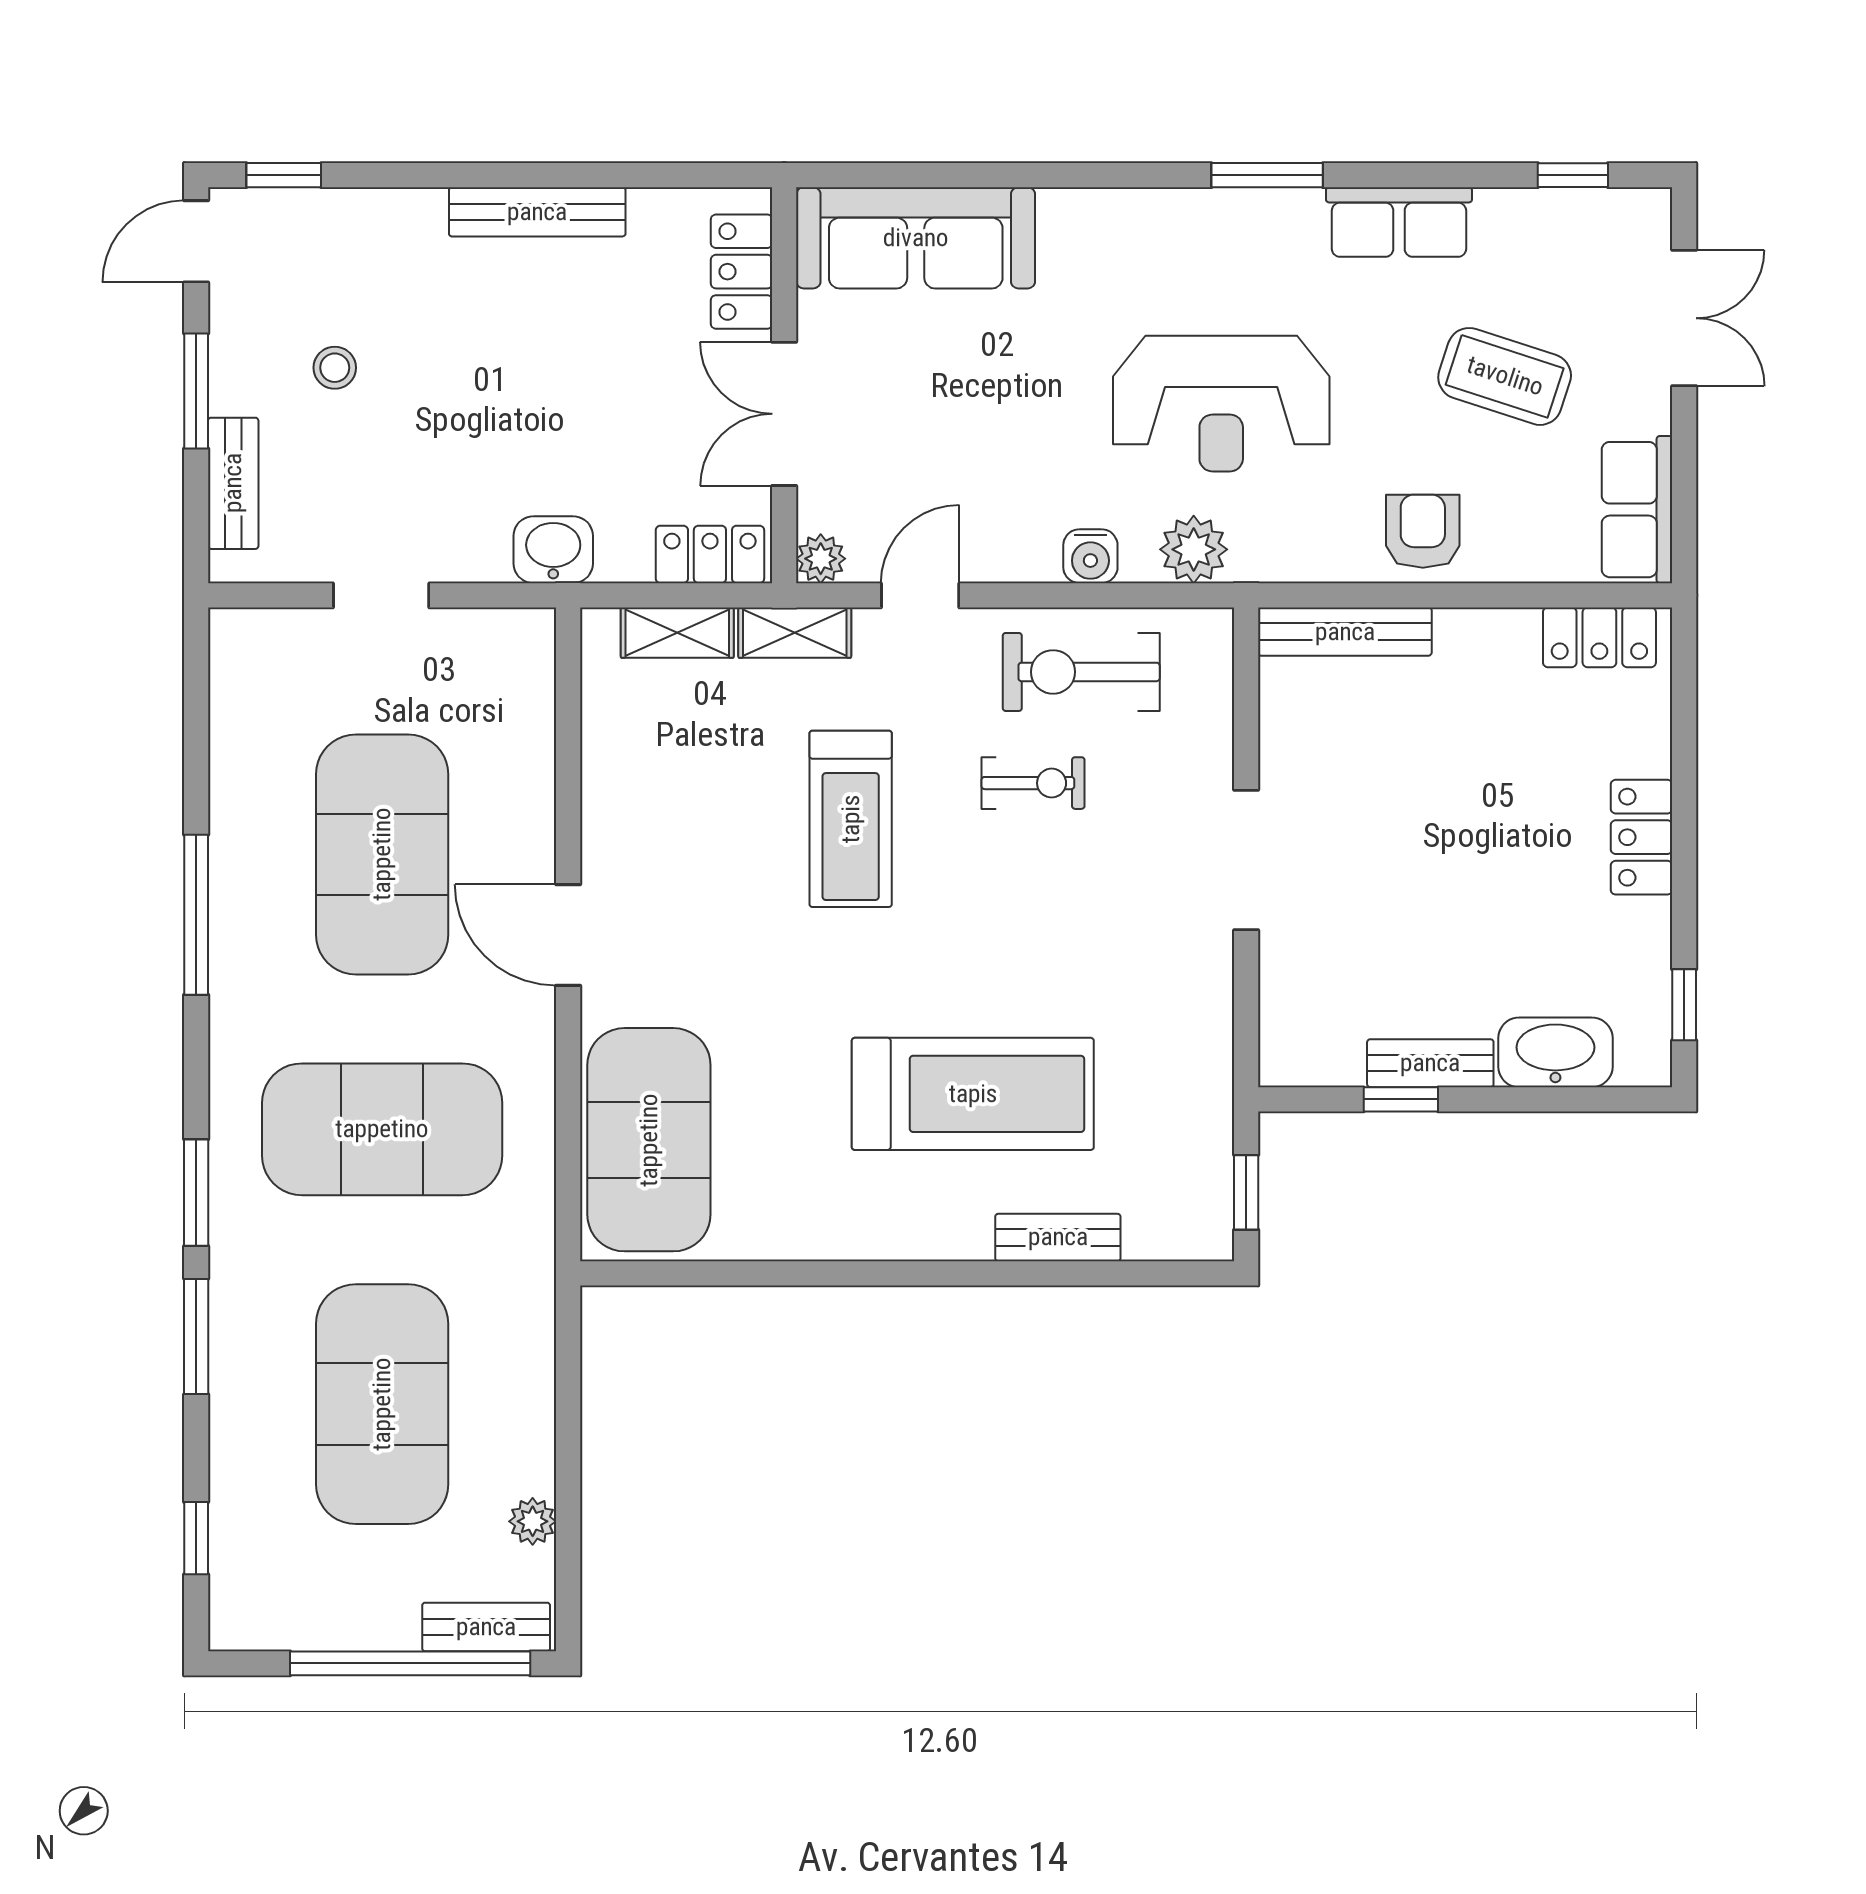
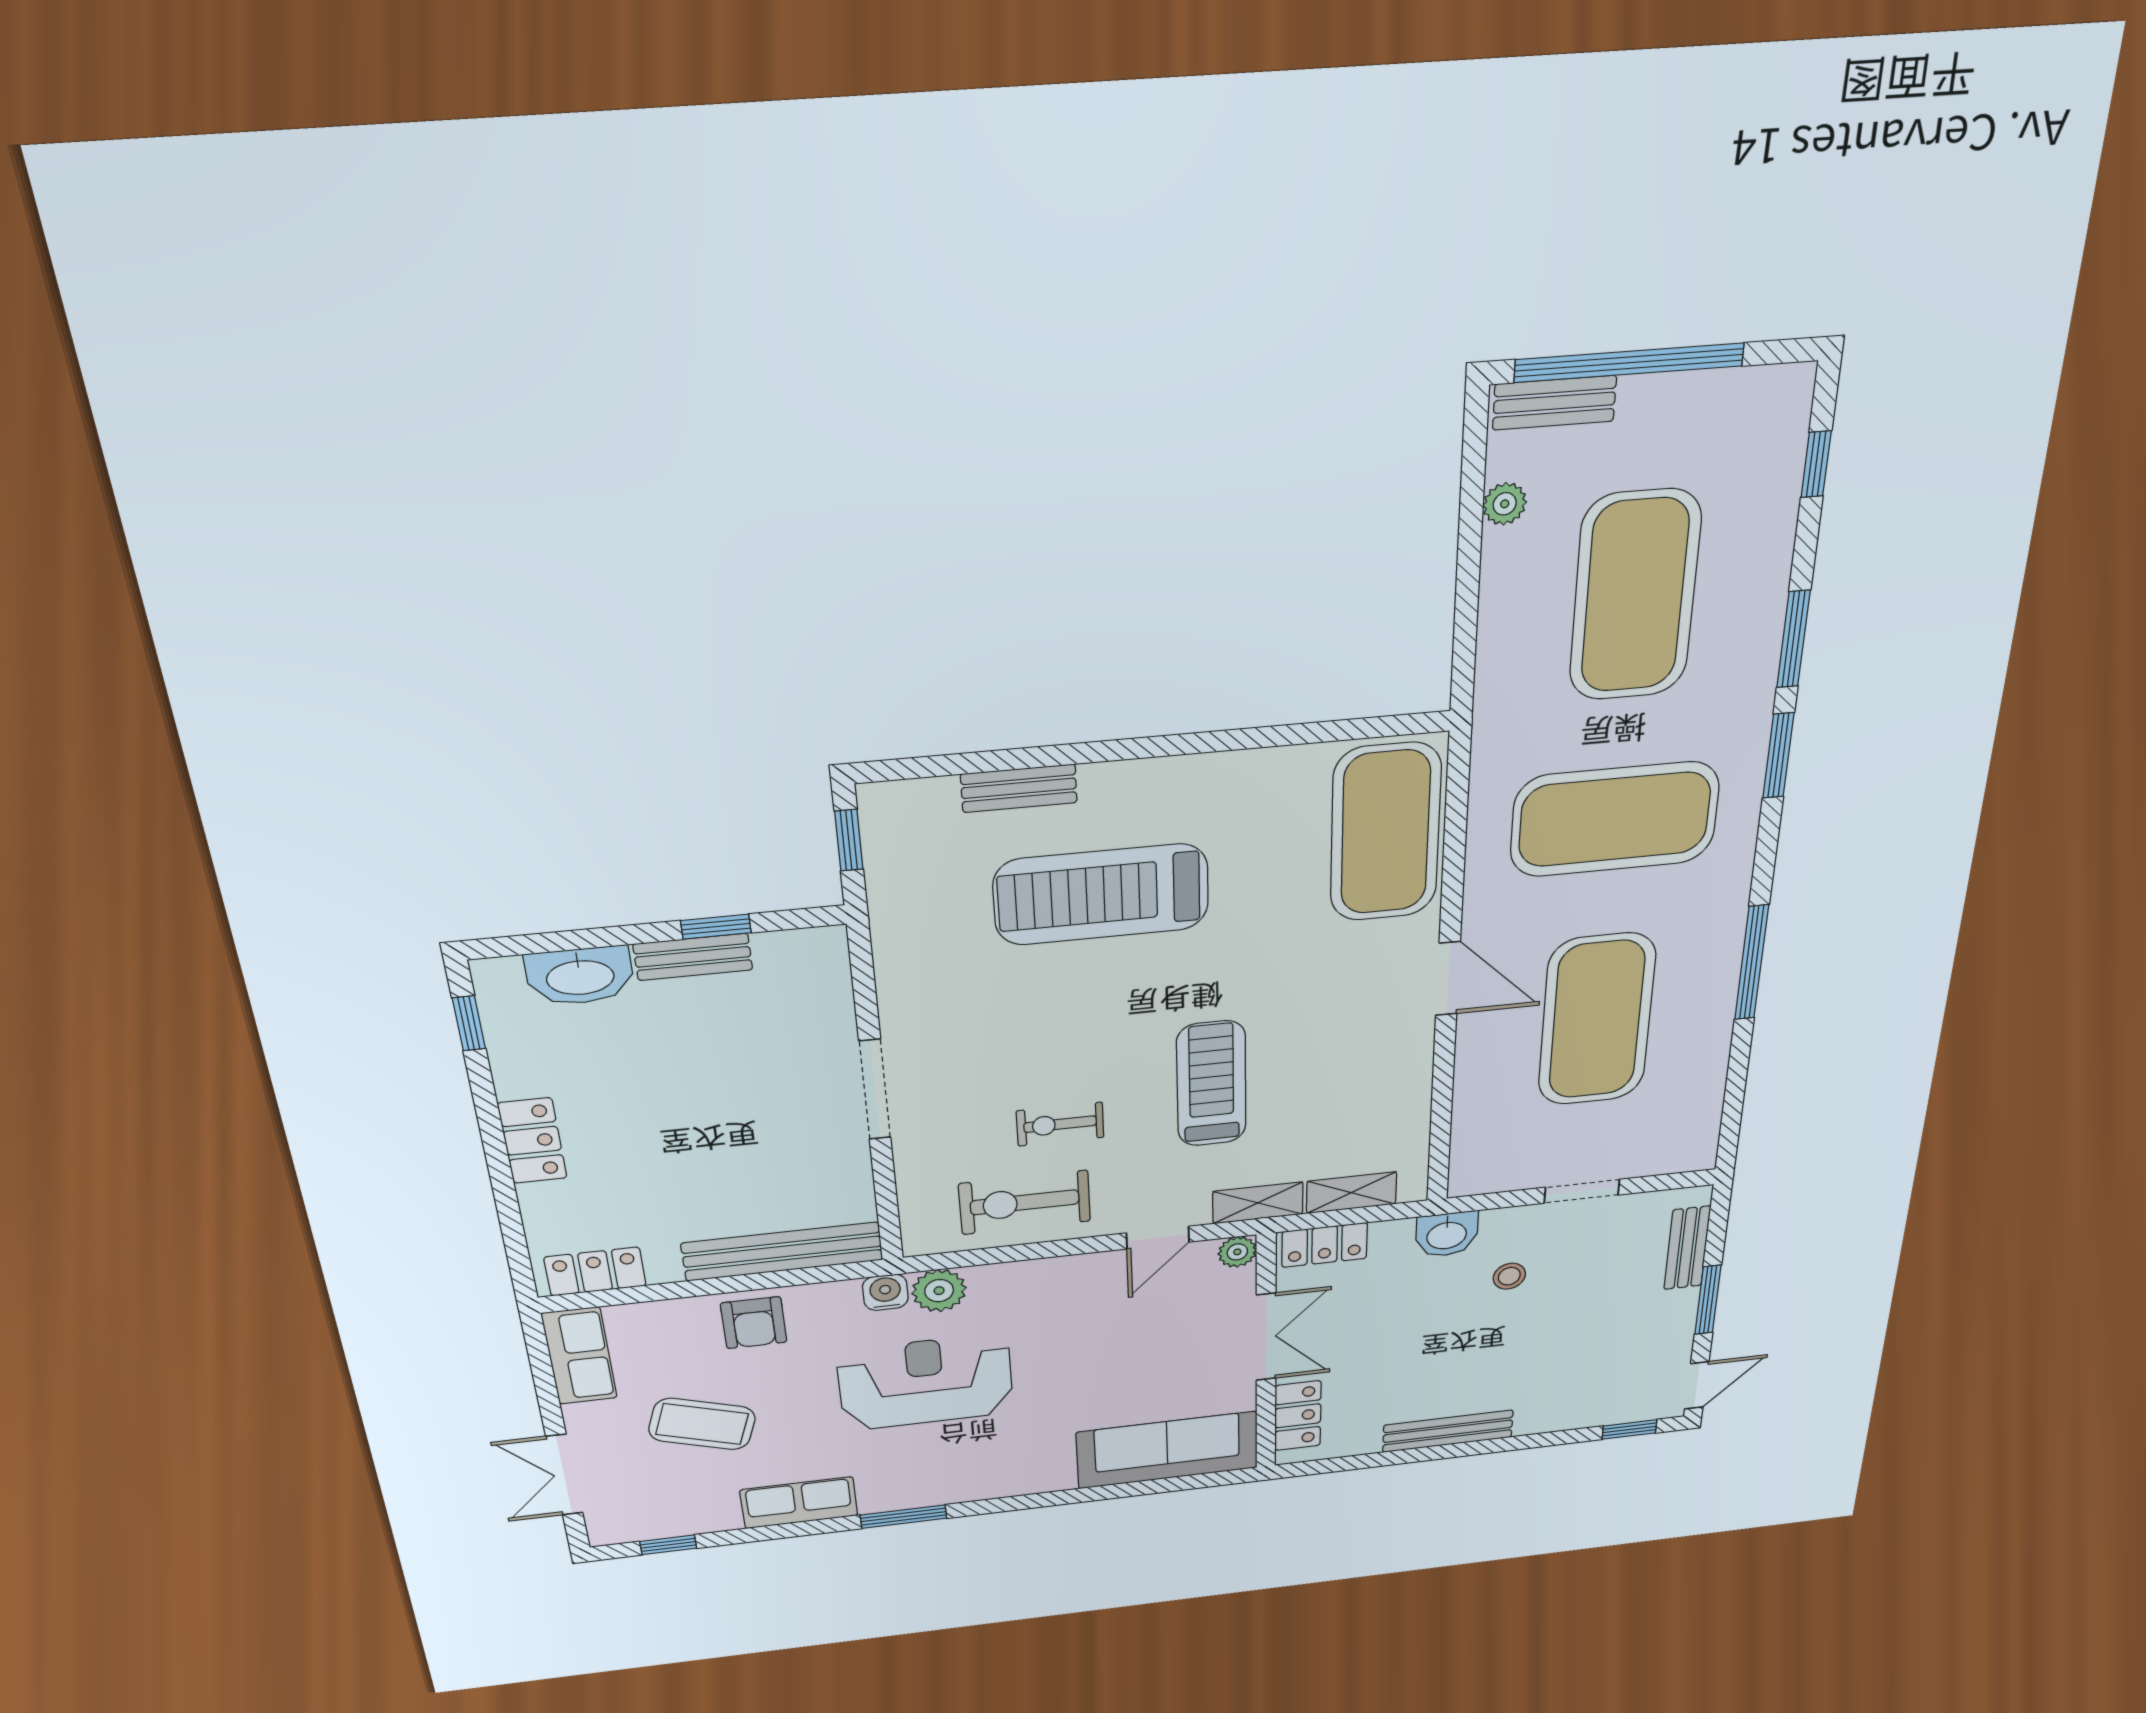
stool: (335, 368) -> (1509, 1276), moved
water cooler: (1090, 556) -> (885, 1292), moved
bench: (1345, 632) -> (782, 1252), width x1.37, depth x1.21
exercise bike: (1081, 672) -> (1025, 1202), turned 180

